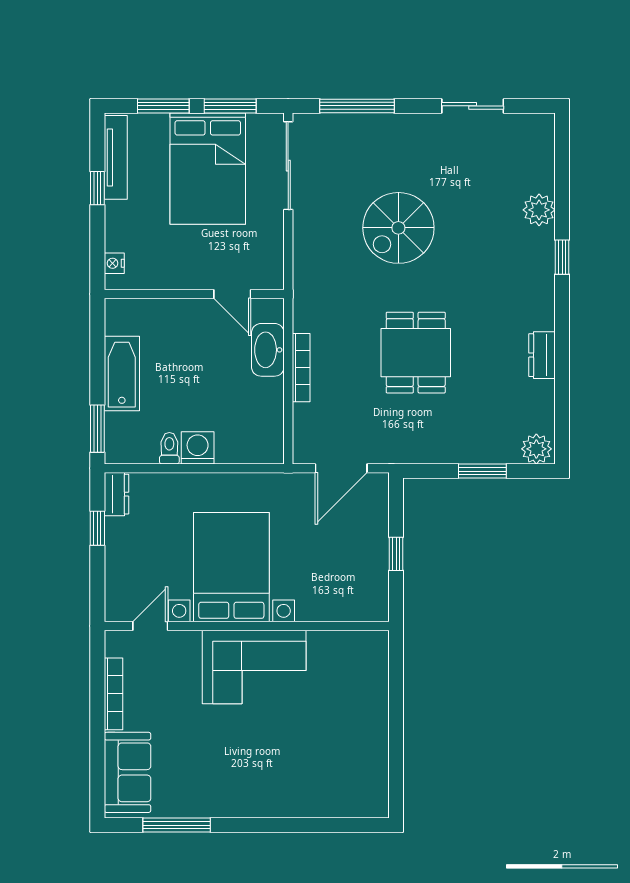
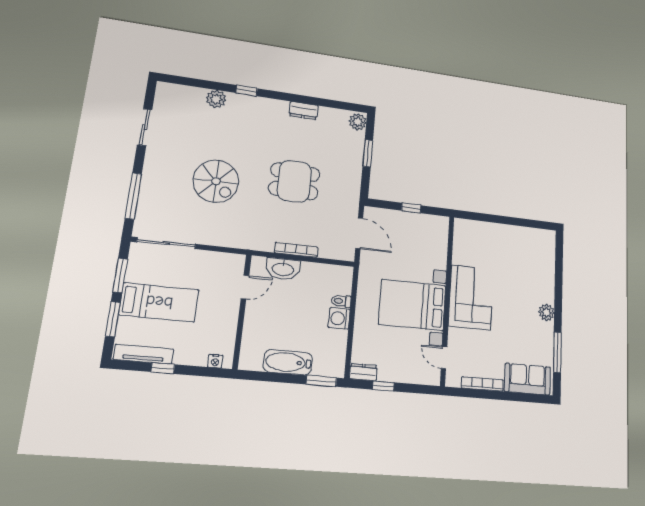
bed: (208, 169) -> (159, 302), width x0.67
toilet: (169, 448) -> (341, 301), moved
plant: (242, 804) -> (546, 312), added

